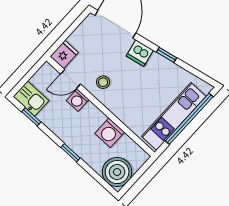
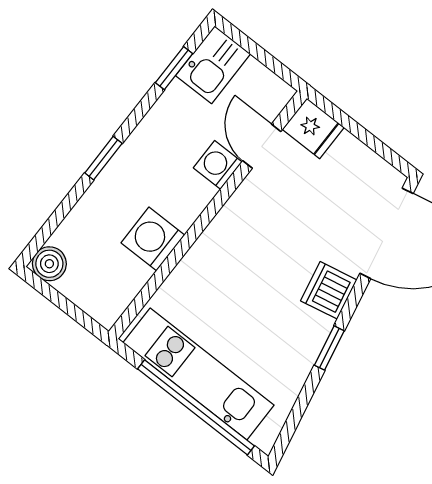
stool: (103, 82) -> (260, 216), removed
boiler: (117, 172) -> (49, 264), width x0.54, depth x0.54

